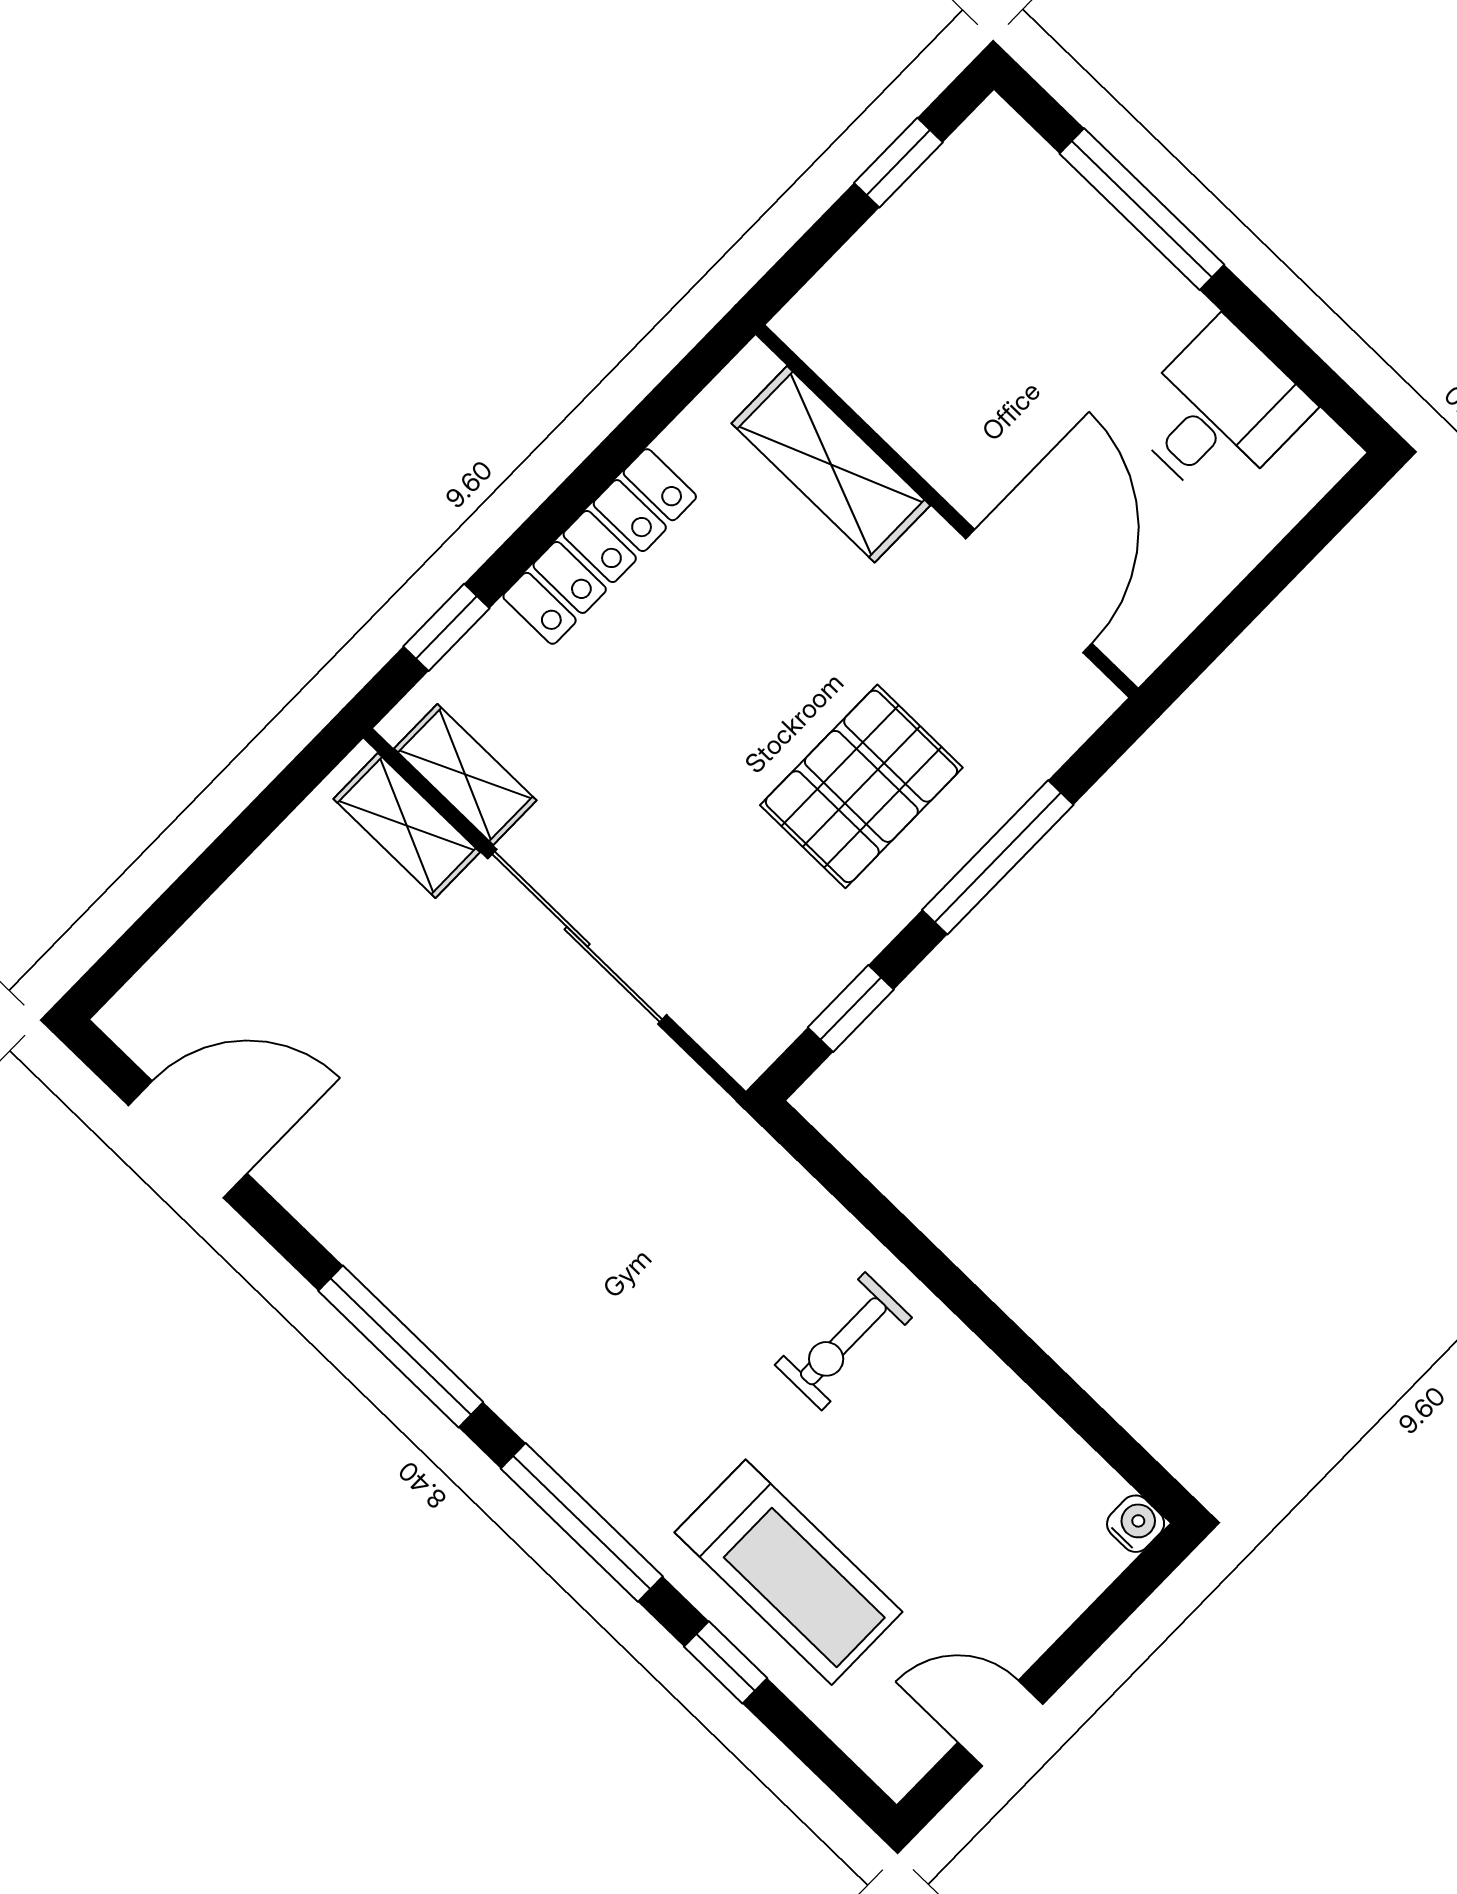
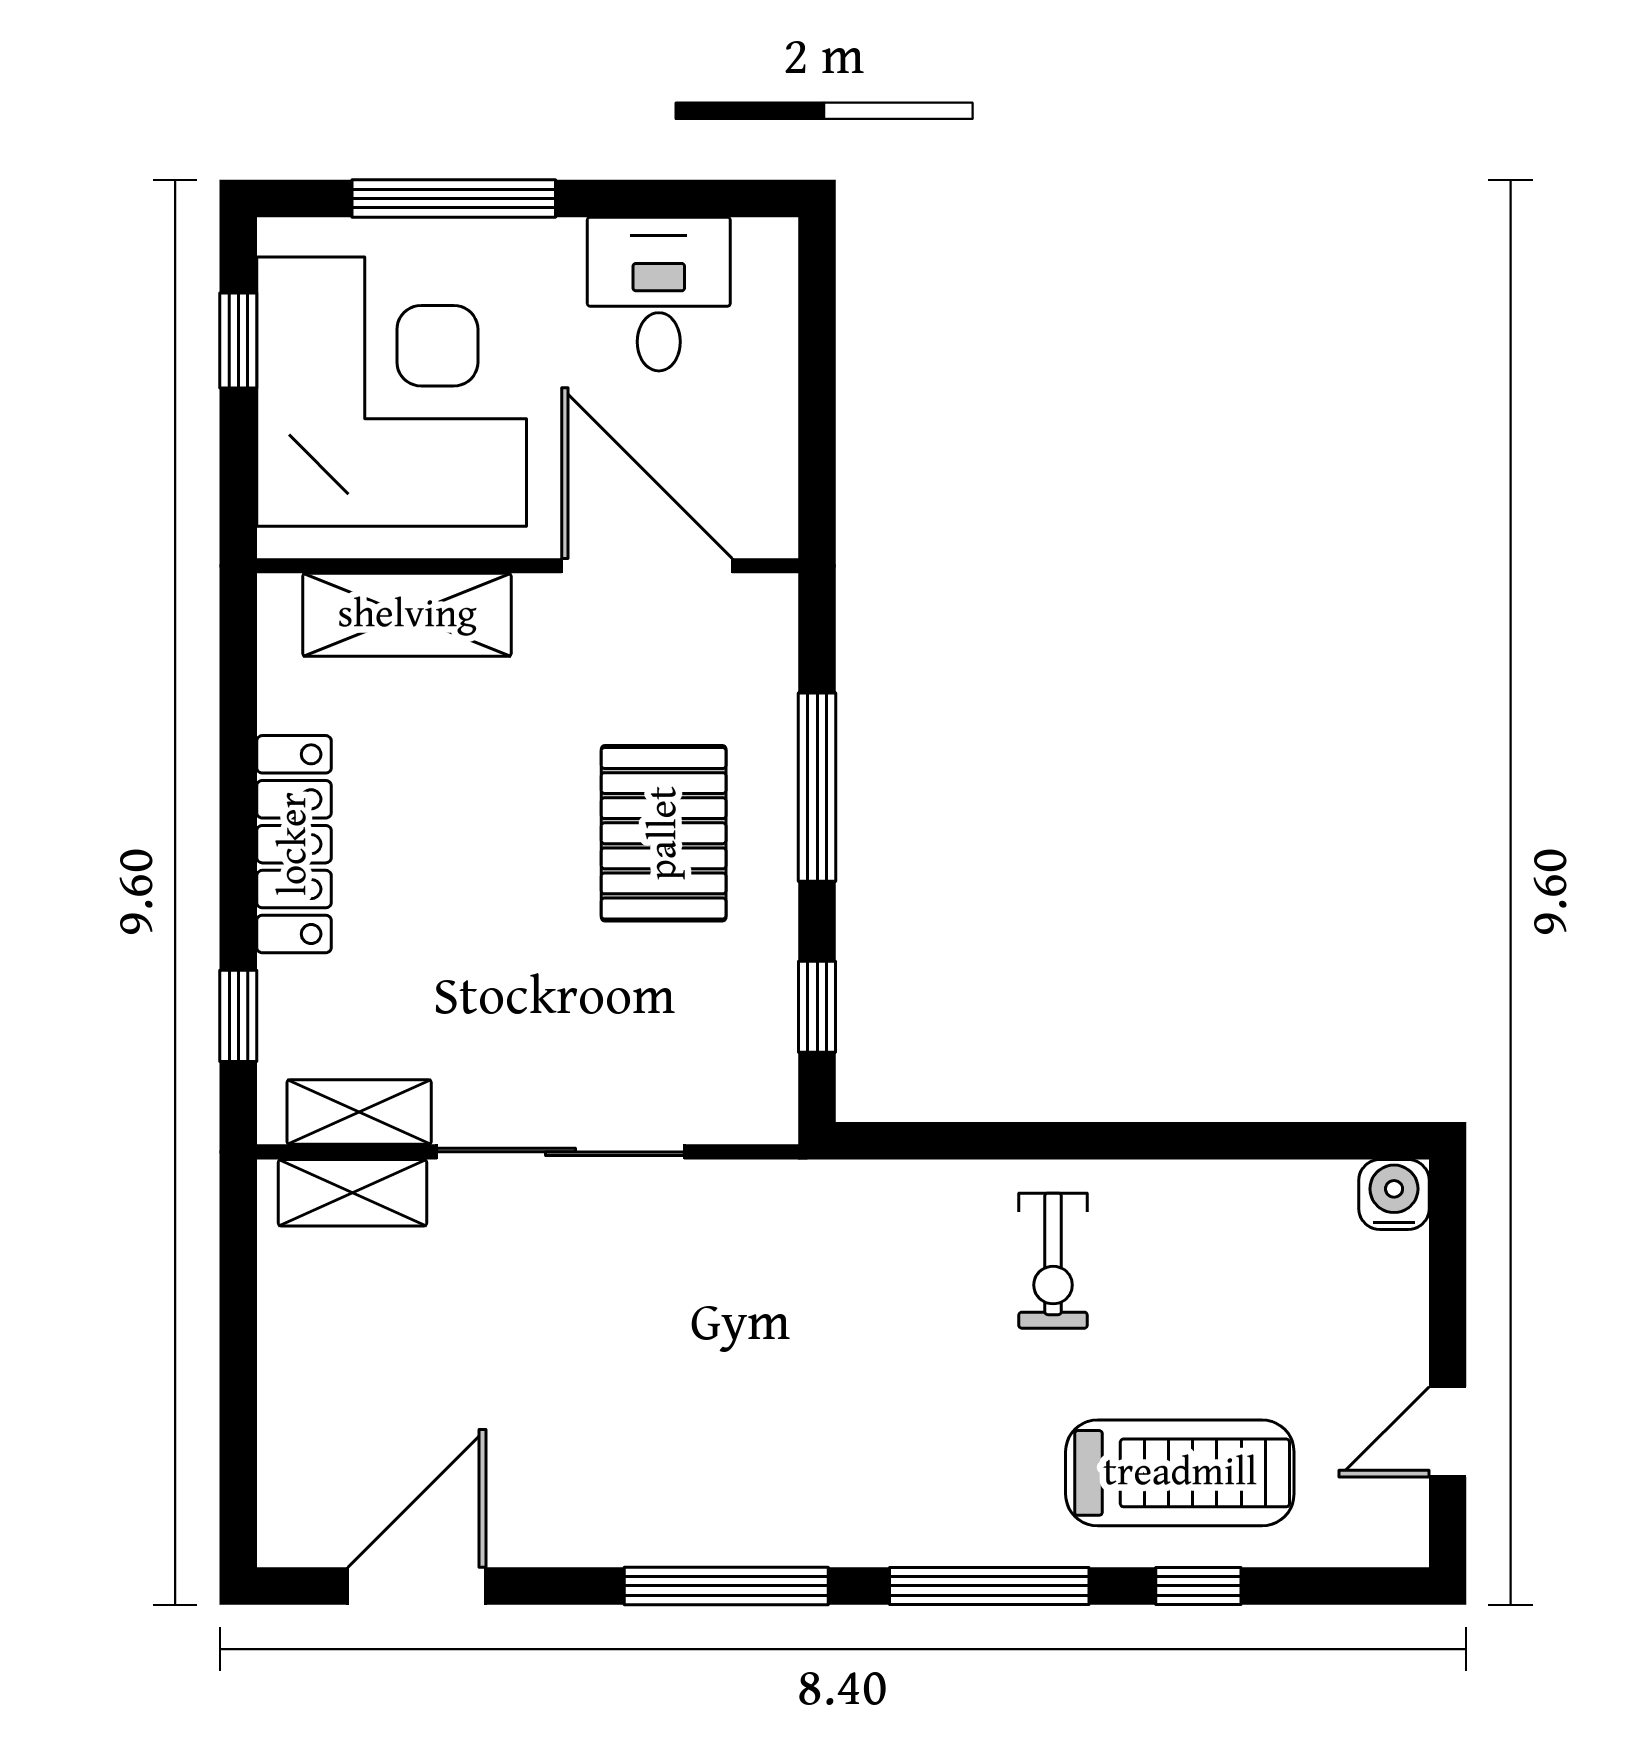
corner desk: (970, 300) -> (392, 392), added
water cooler: (1136, 1524) -> (1394, 1194), width x1.38, depth x1.38

